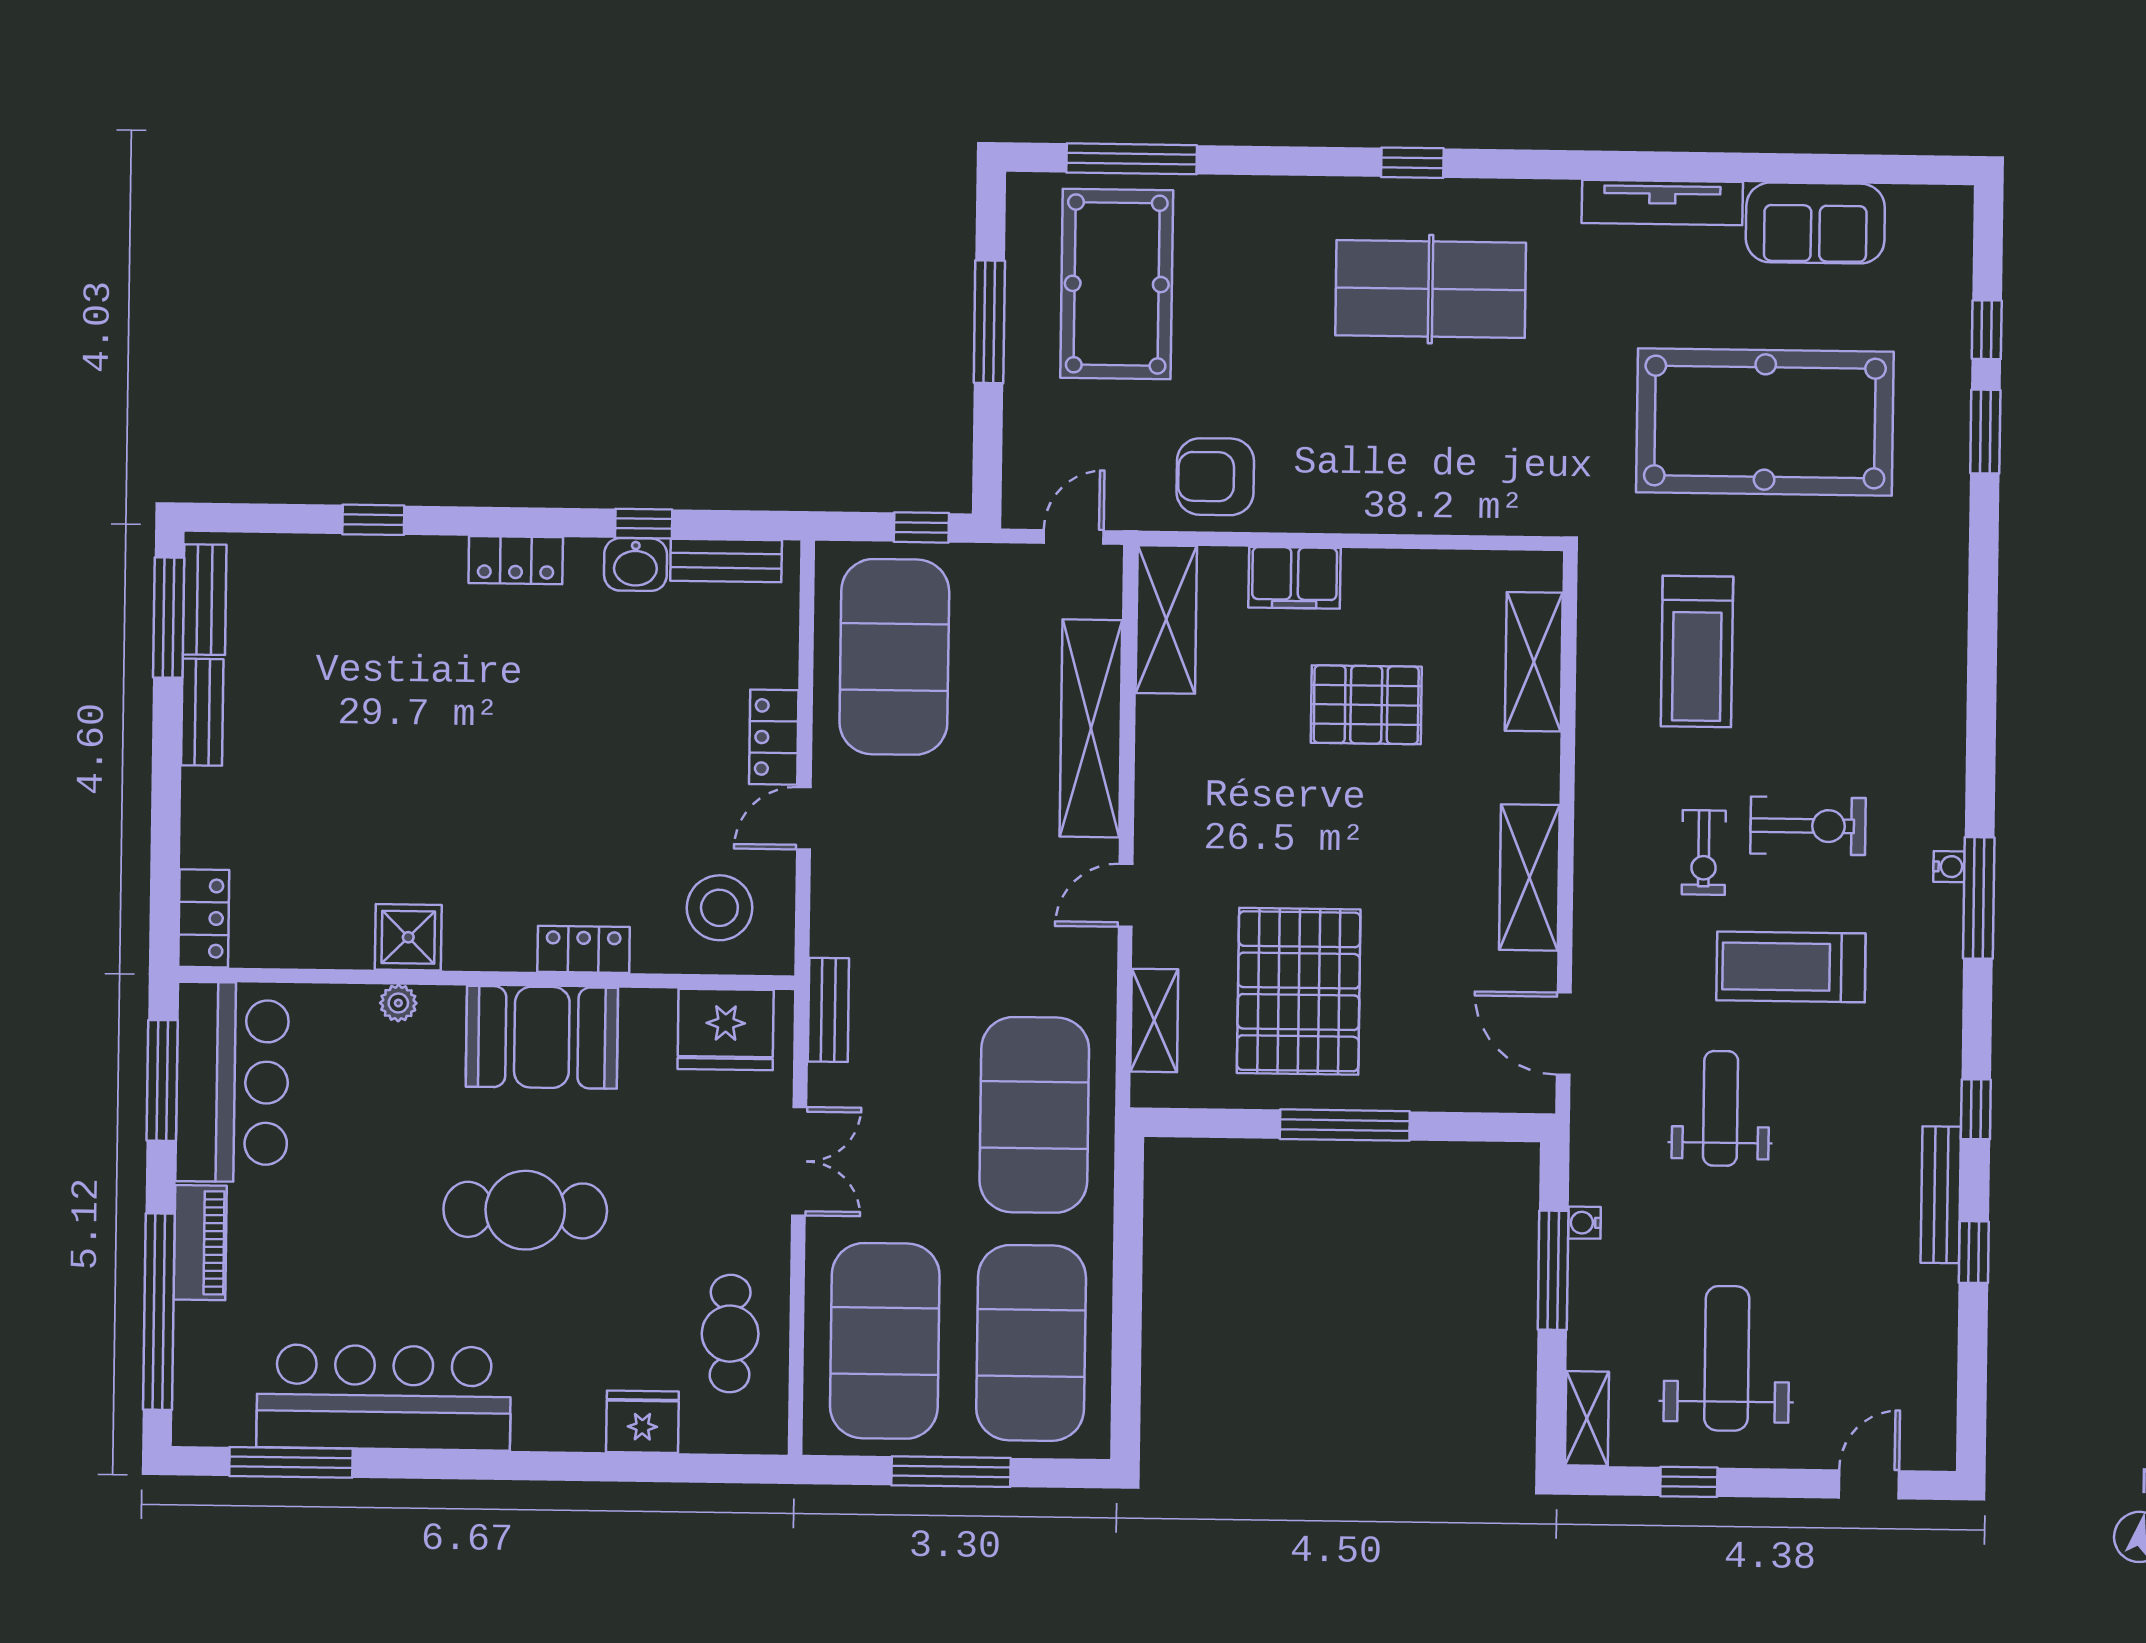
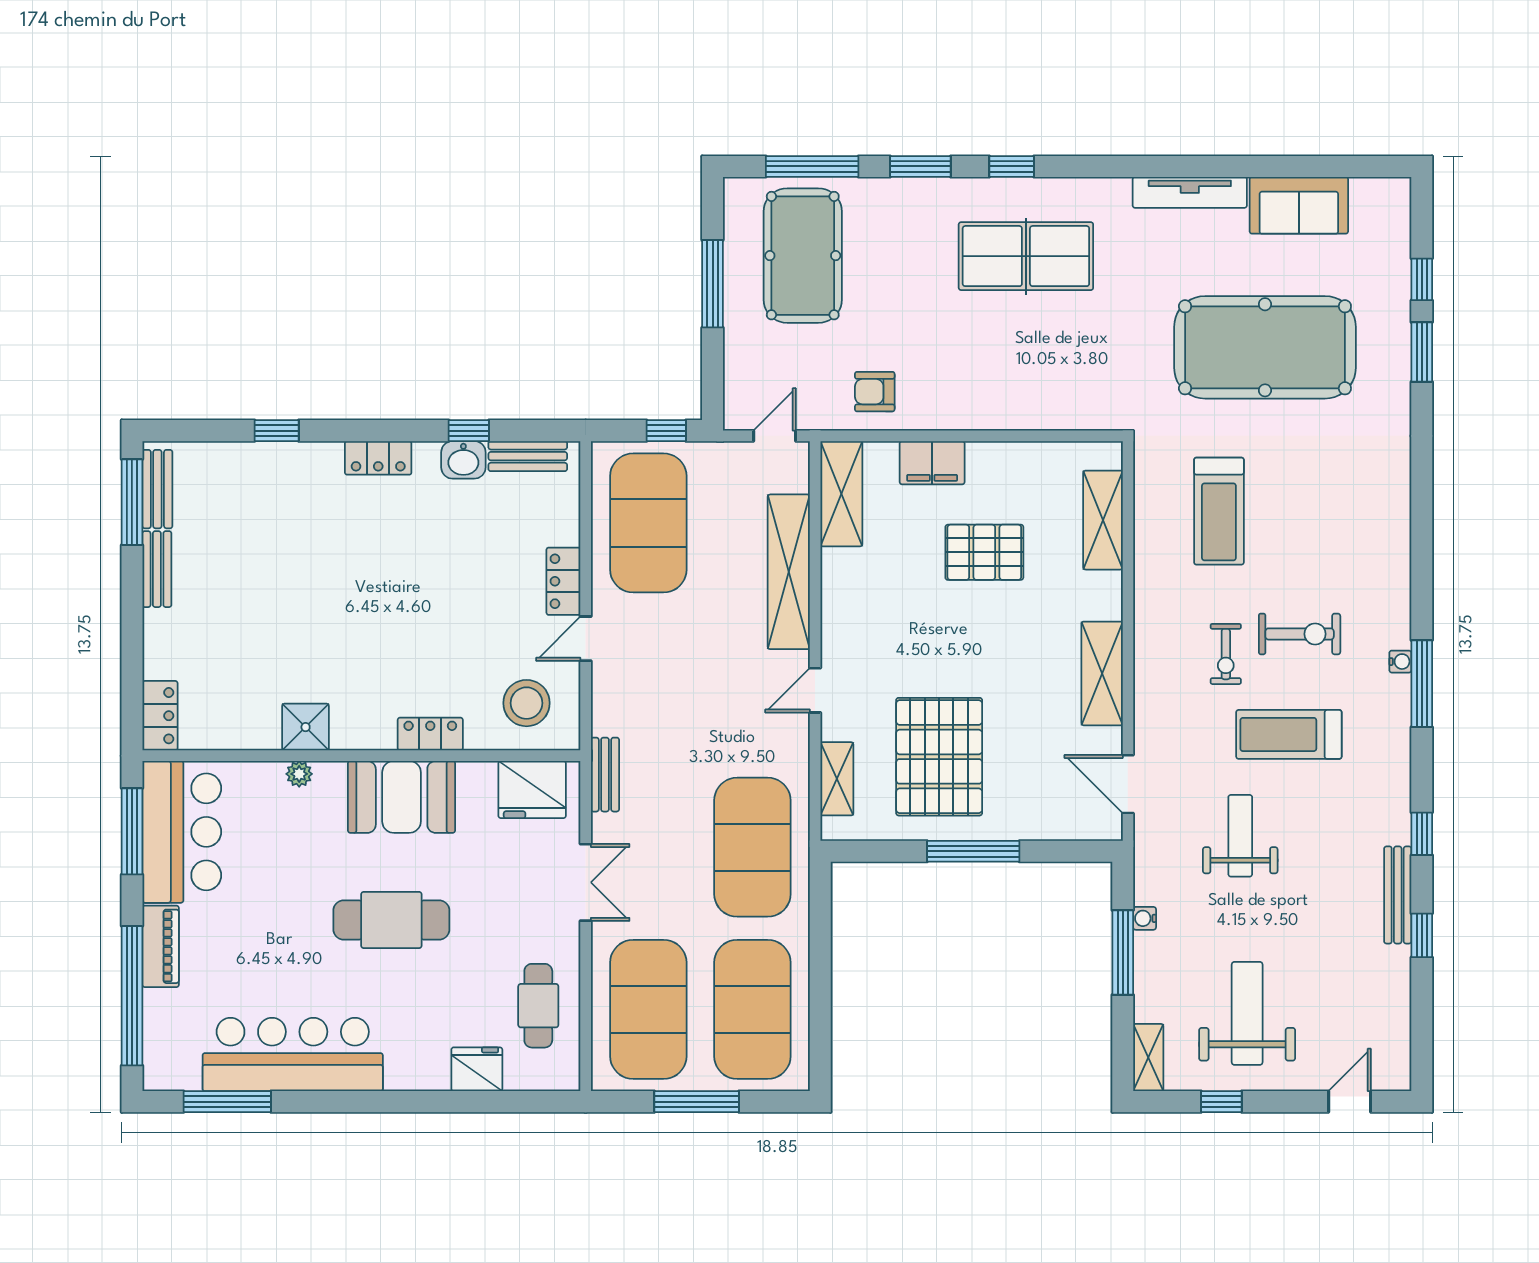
window: (1284, 161) -> (920, 166), added
armchair: (1215, 477) -> (875, 392), width x0.72, depth x0.72

